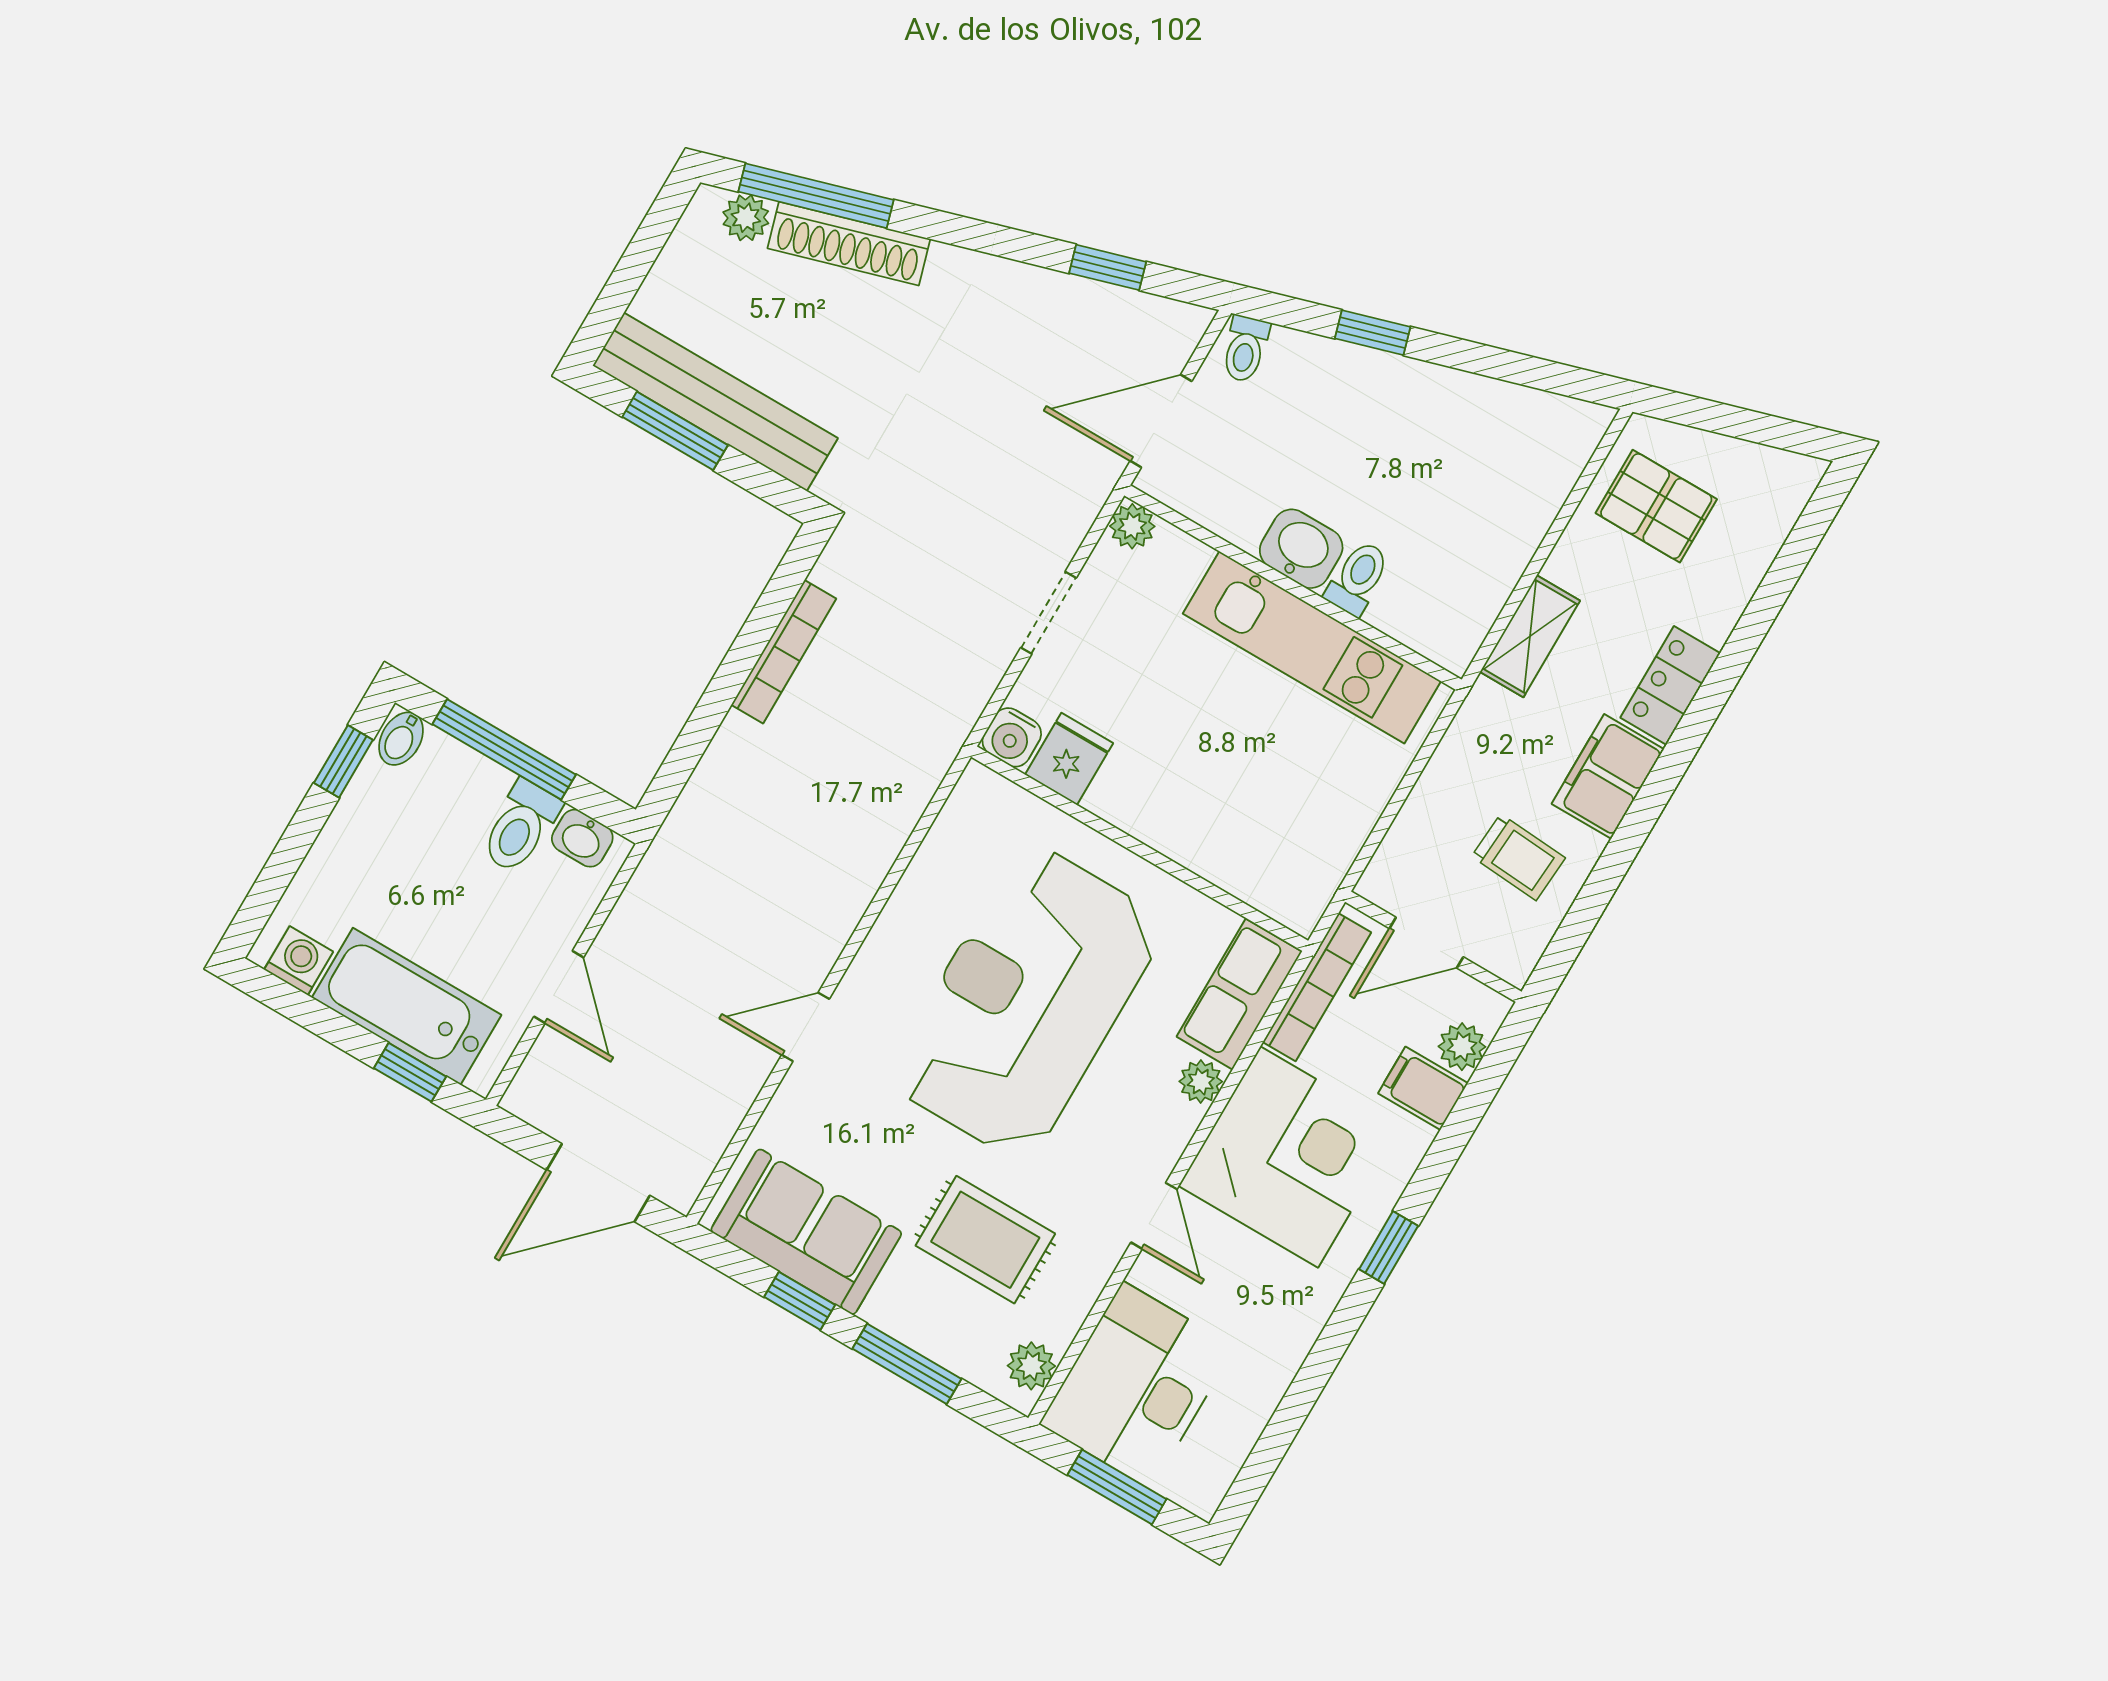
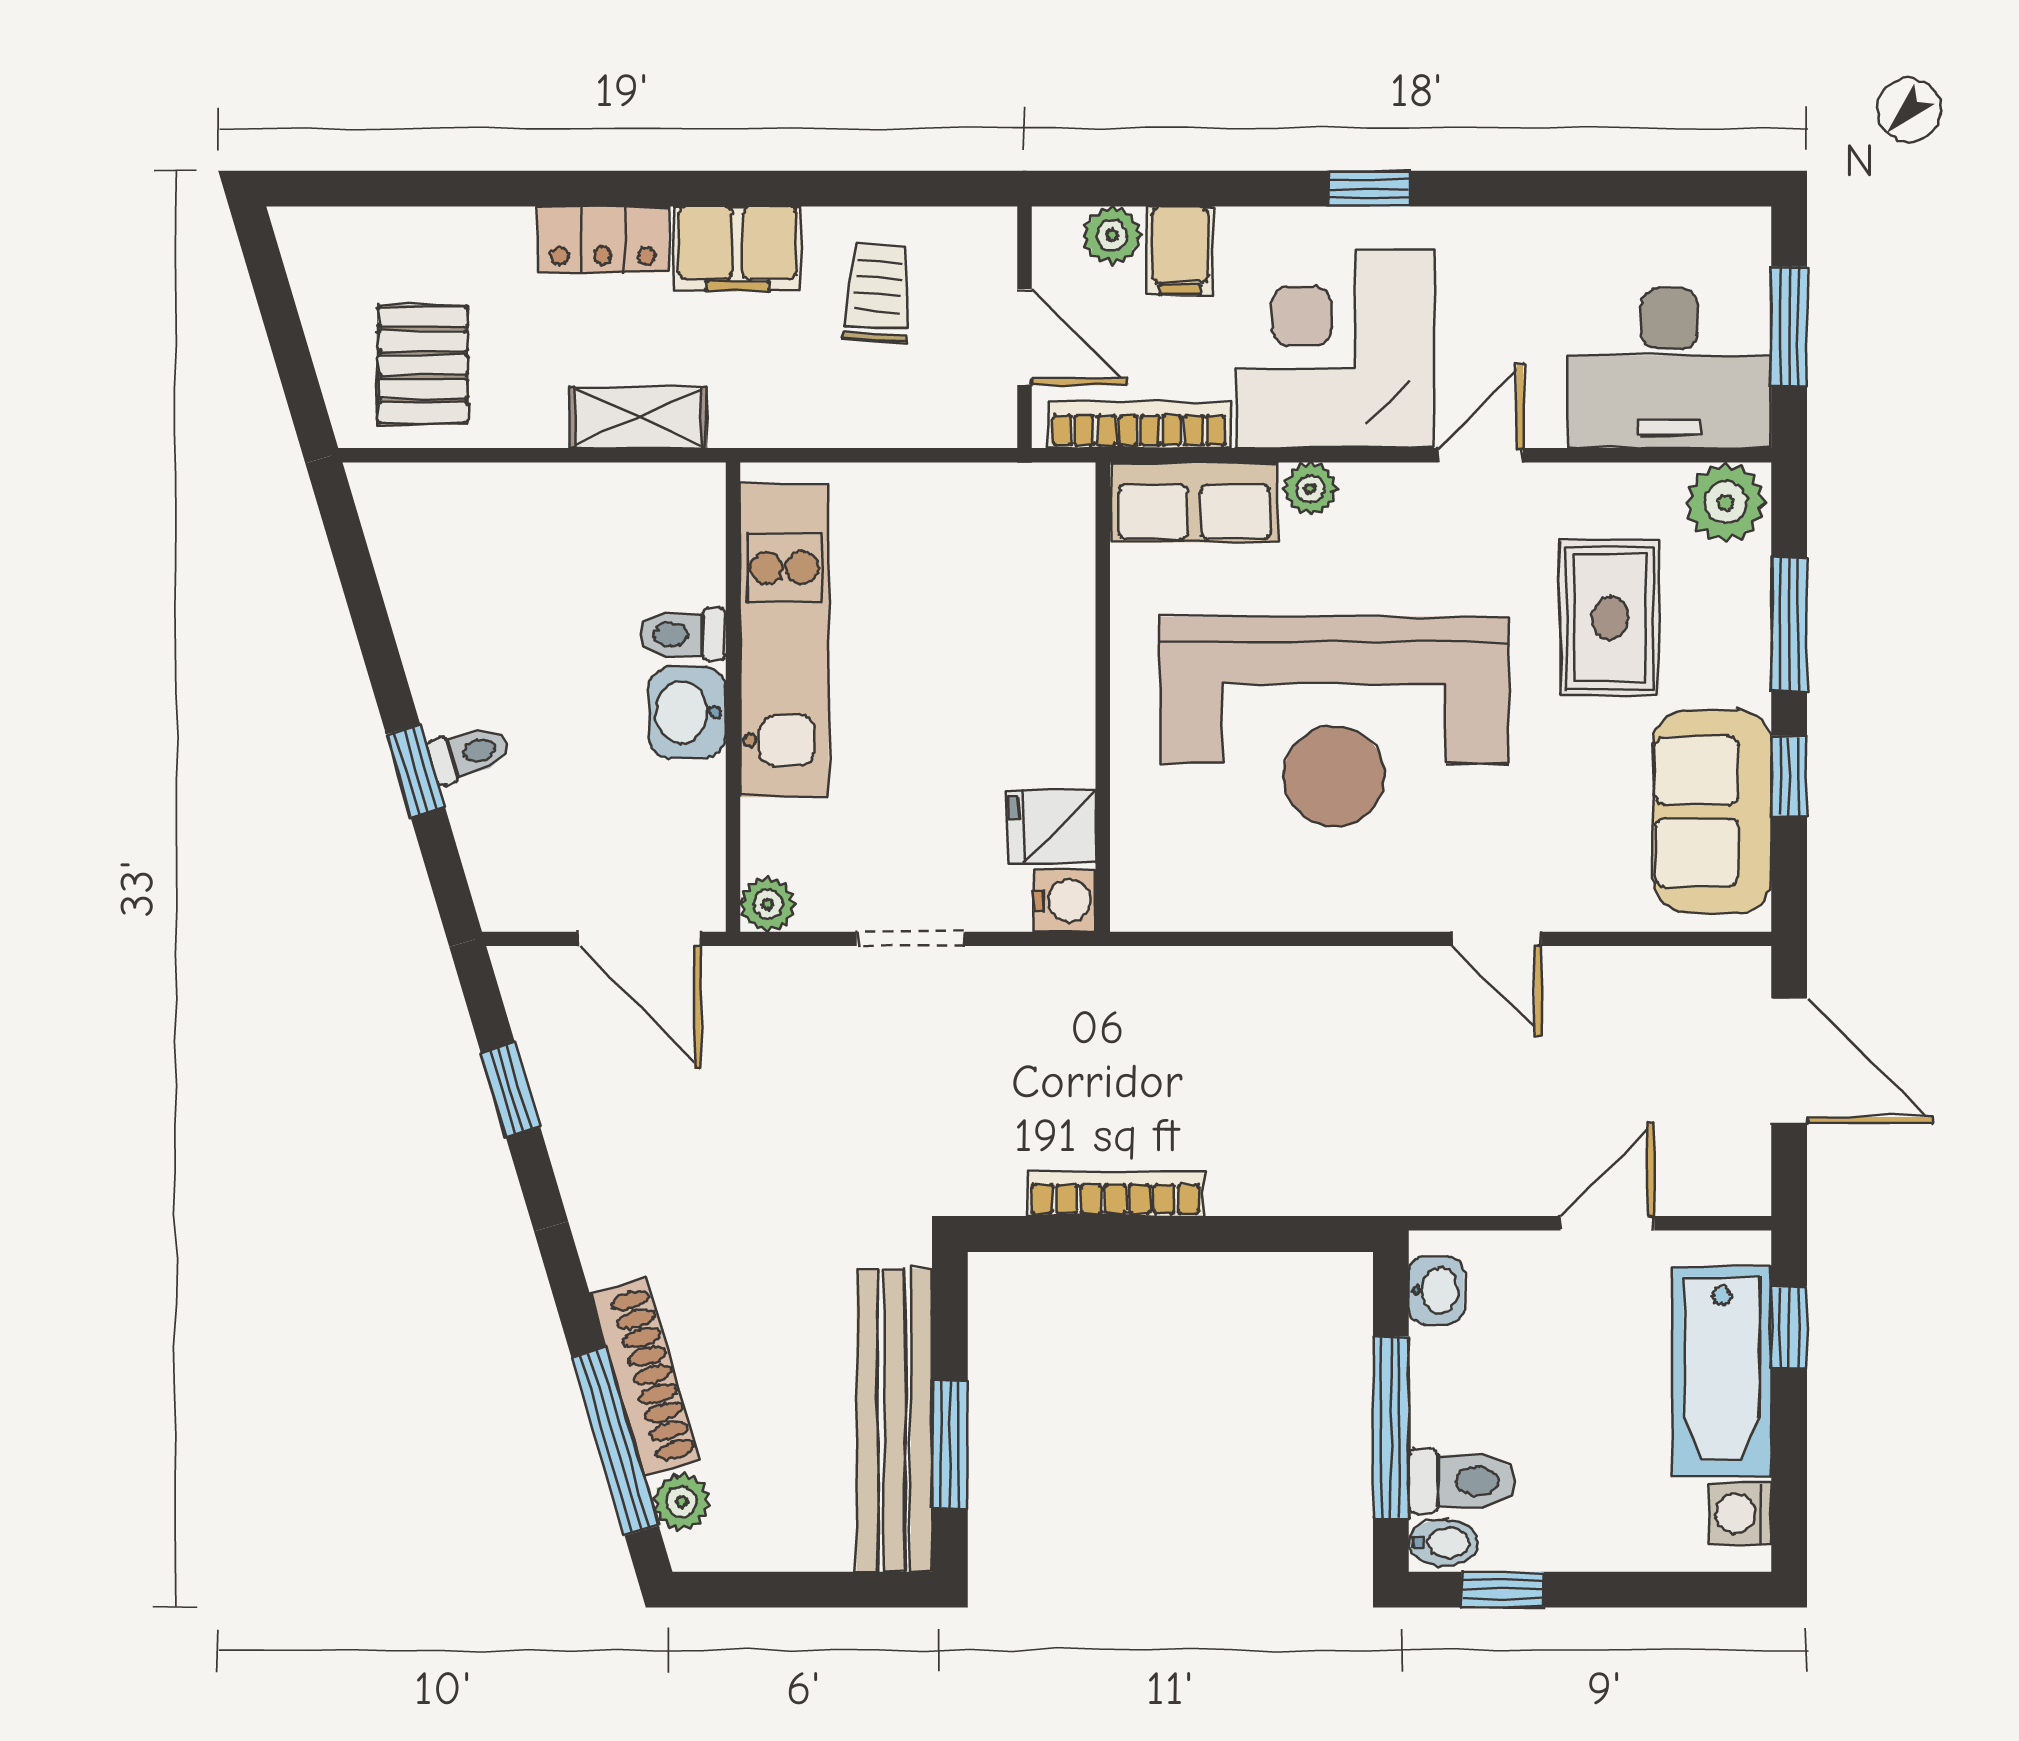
toilet: (1245, 349) -> (469, 754), moved
toilet: (521, 827) -> (1462, 1481), moved
plant: (1031, 1366) -> (1725, 503), width x1.38, depth x1.38

